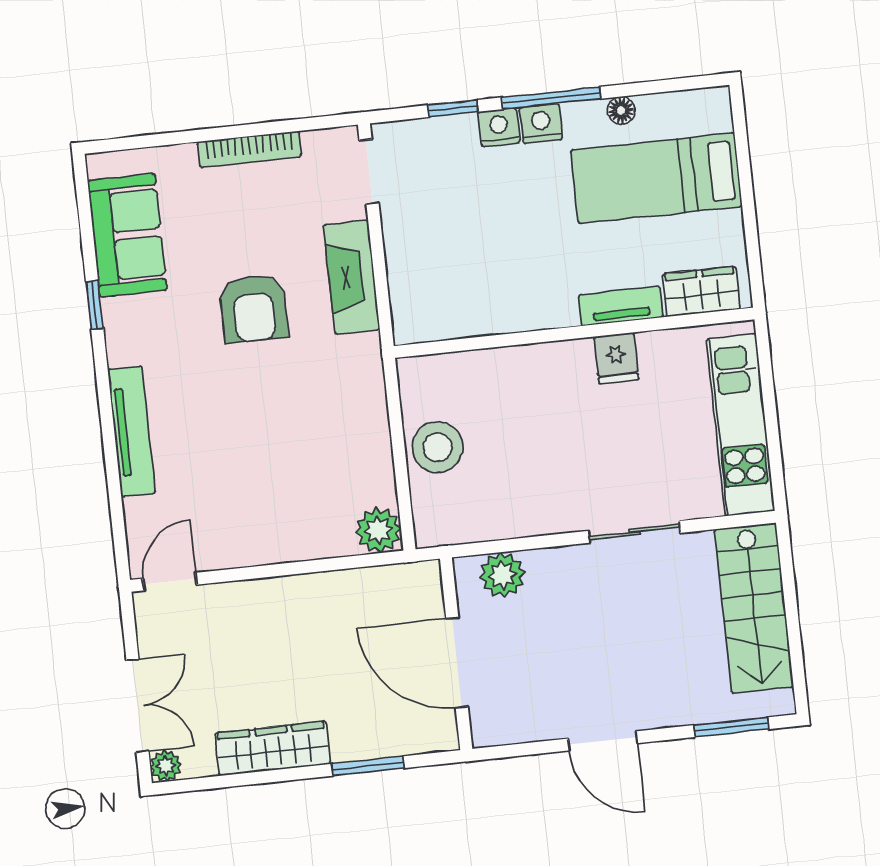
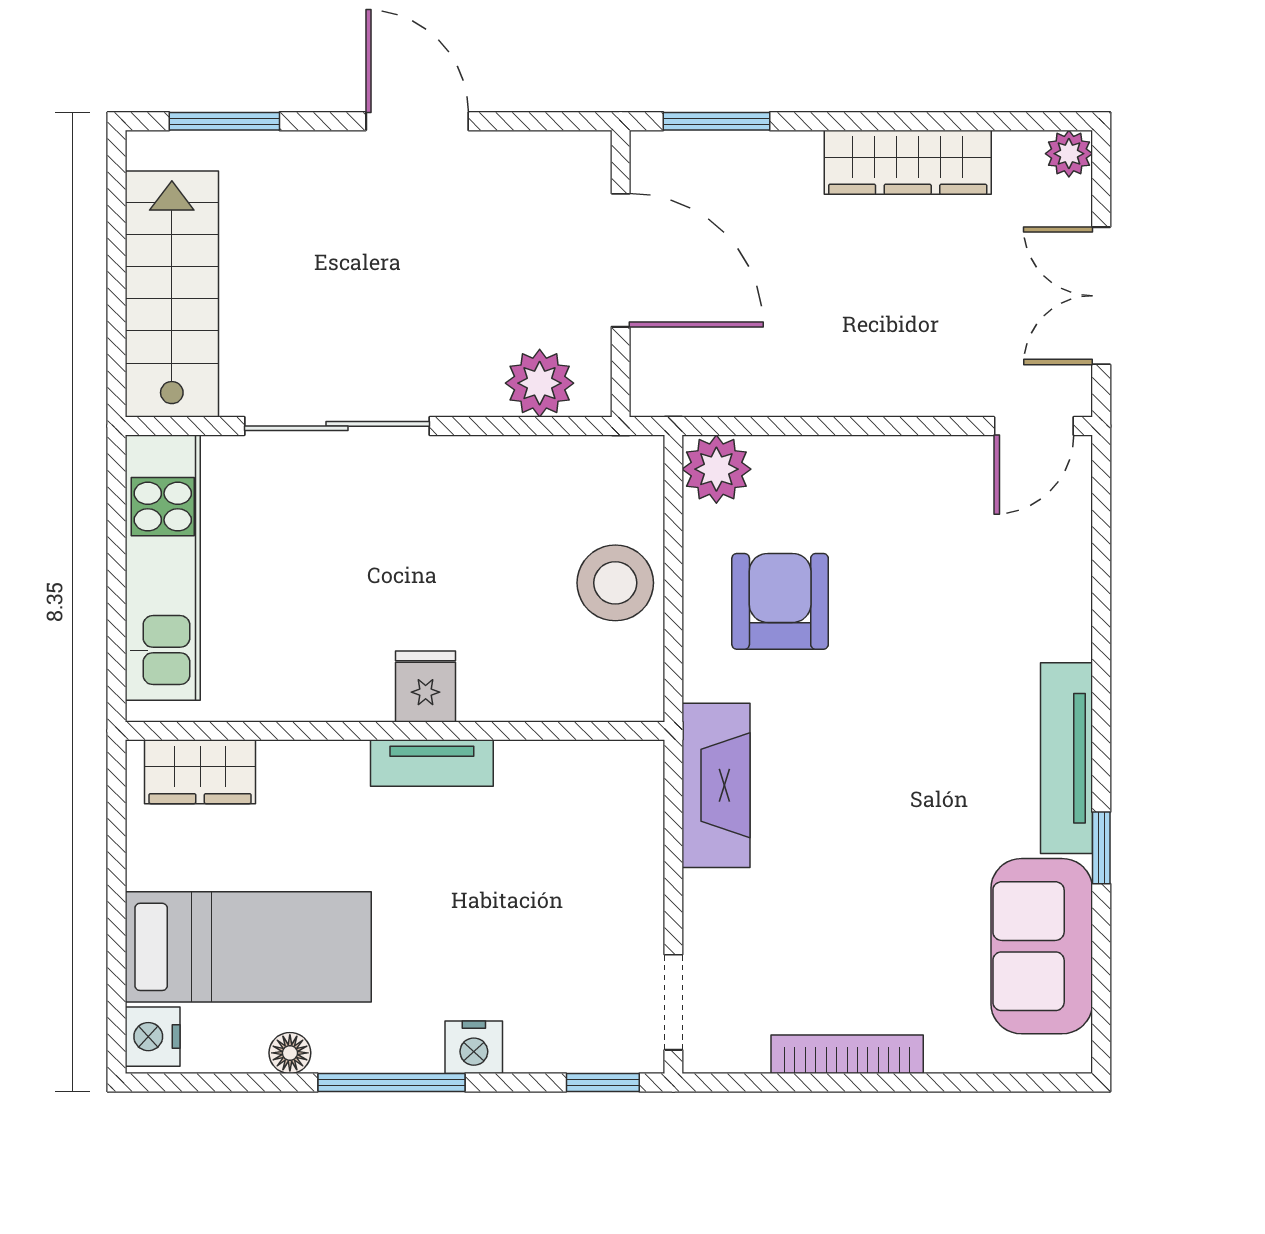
window: (453, 108) -> (603, 1083), moved
nightstand: (541, 123) -> (153, 1037), moved, turned 90
fireplace: (352, 277) -> (716, 785), moved
tv unit: (621, 306) -> (432, 763), moved
armchair: (254, 308) -> (780, 601), moved
fridge: (616, 358) -> (426, 686), moved
tv unit: (132, 431) -> (1067, 758), moved
sliding door: (634, 532) -> (337, 426), width x1.37
double door: (137, 706) -> (1101, 296), moved
window: (368, 766) -> (716, 121), moved

